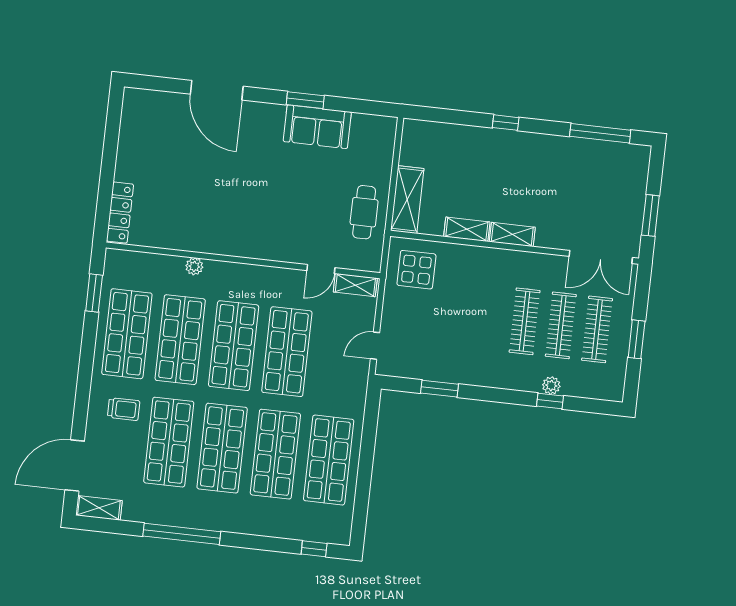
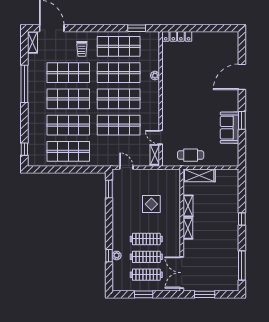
display table: (416, 270) -> (151, 204), moved
window: (440, 389) -> (109, 189), moved

